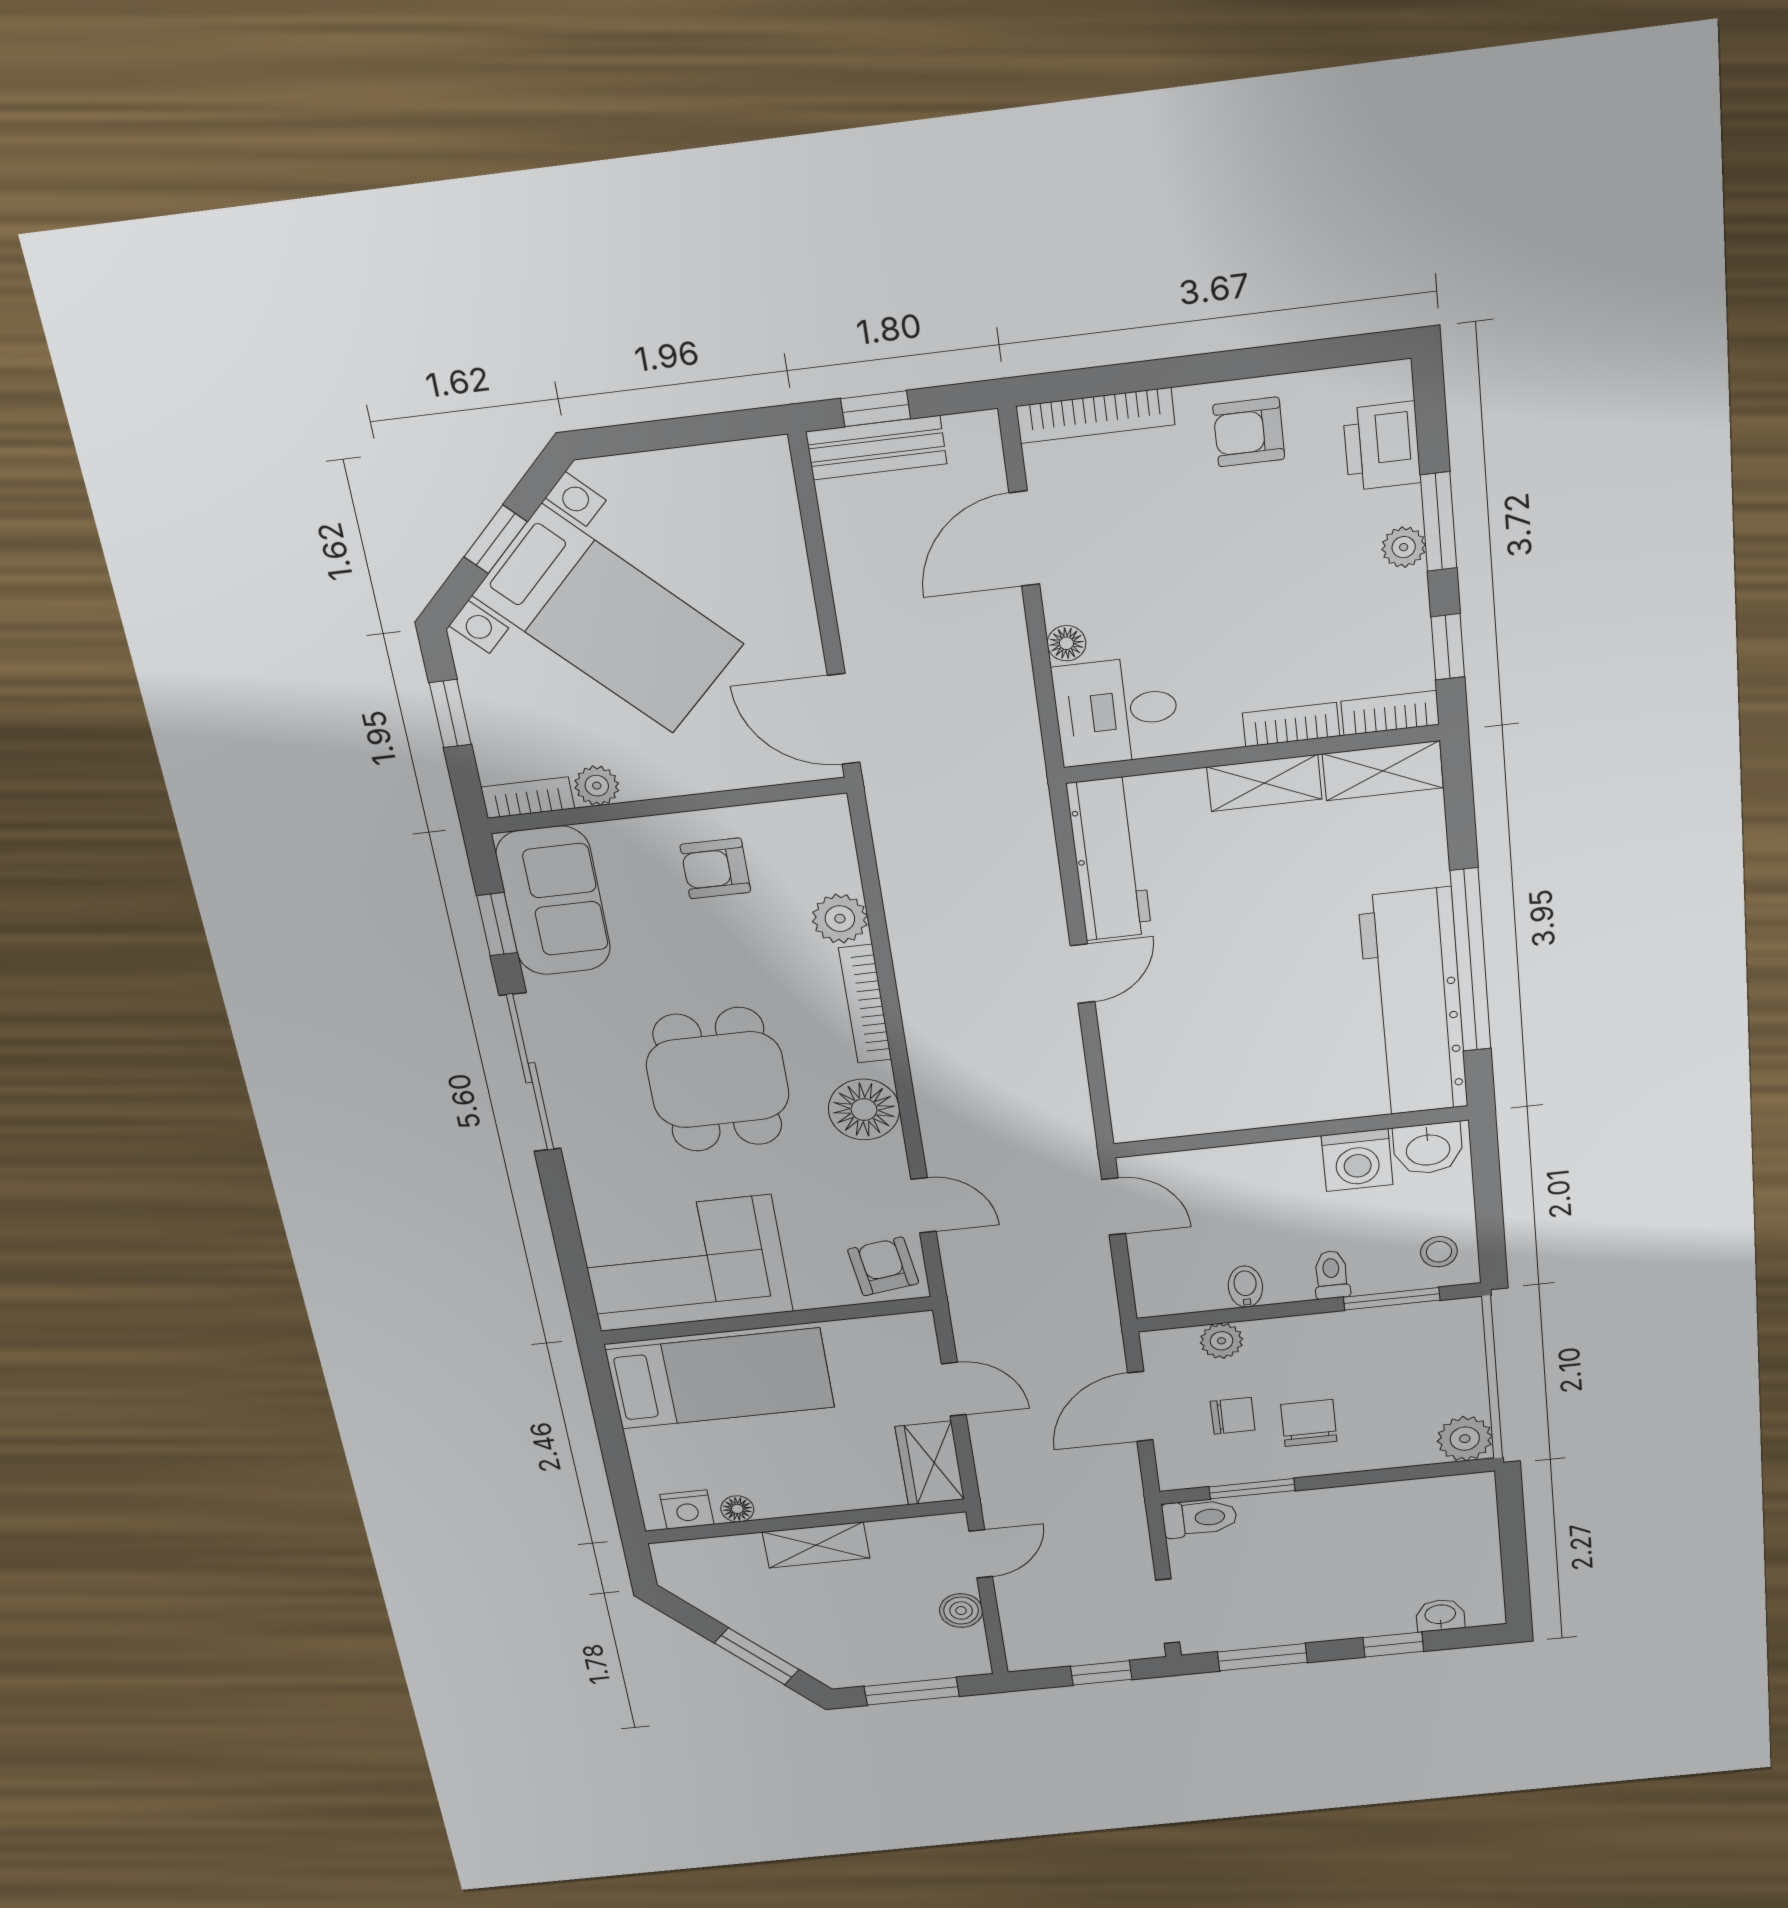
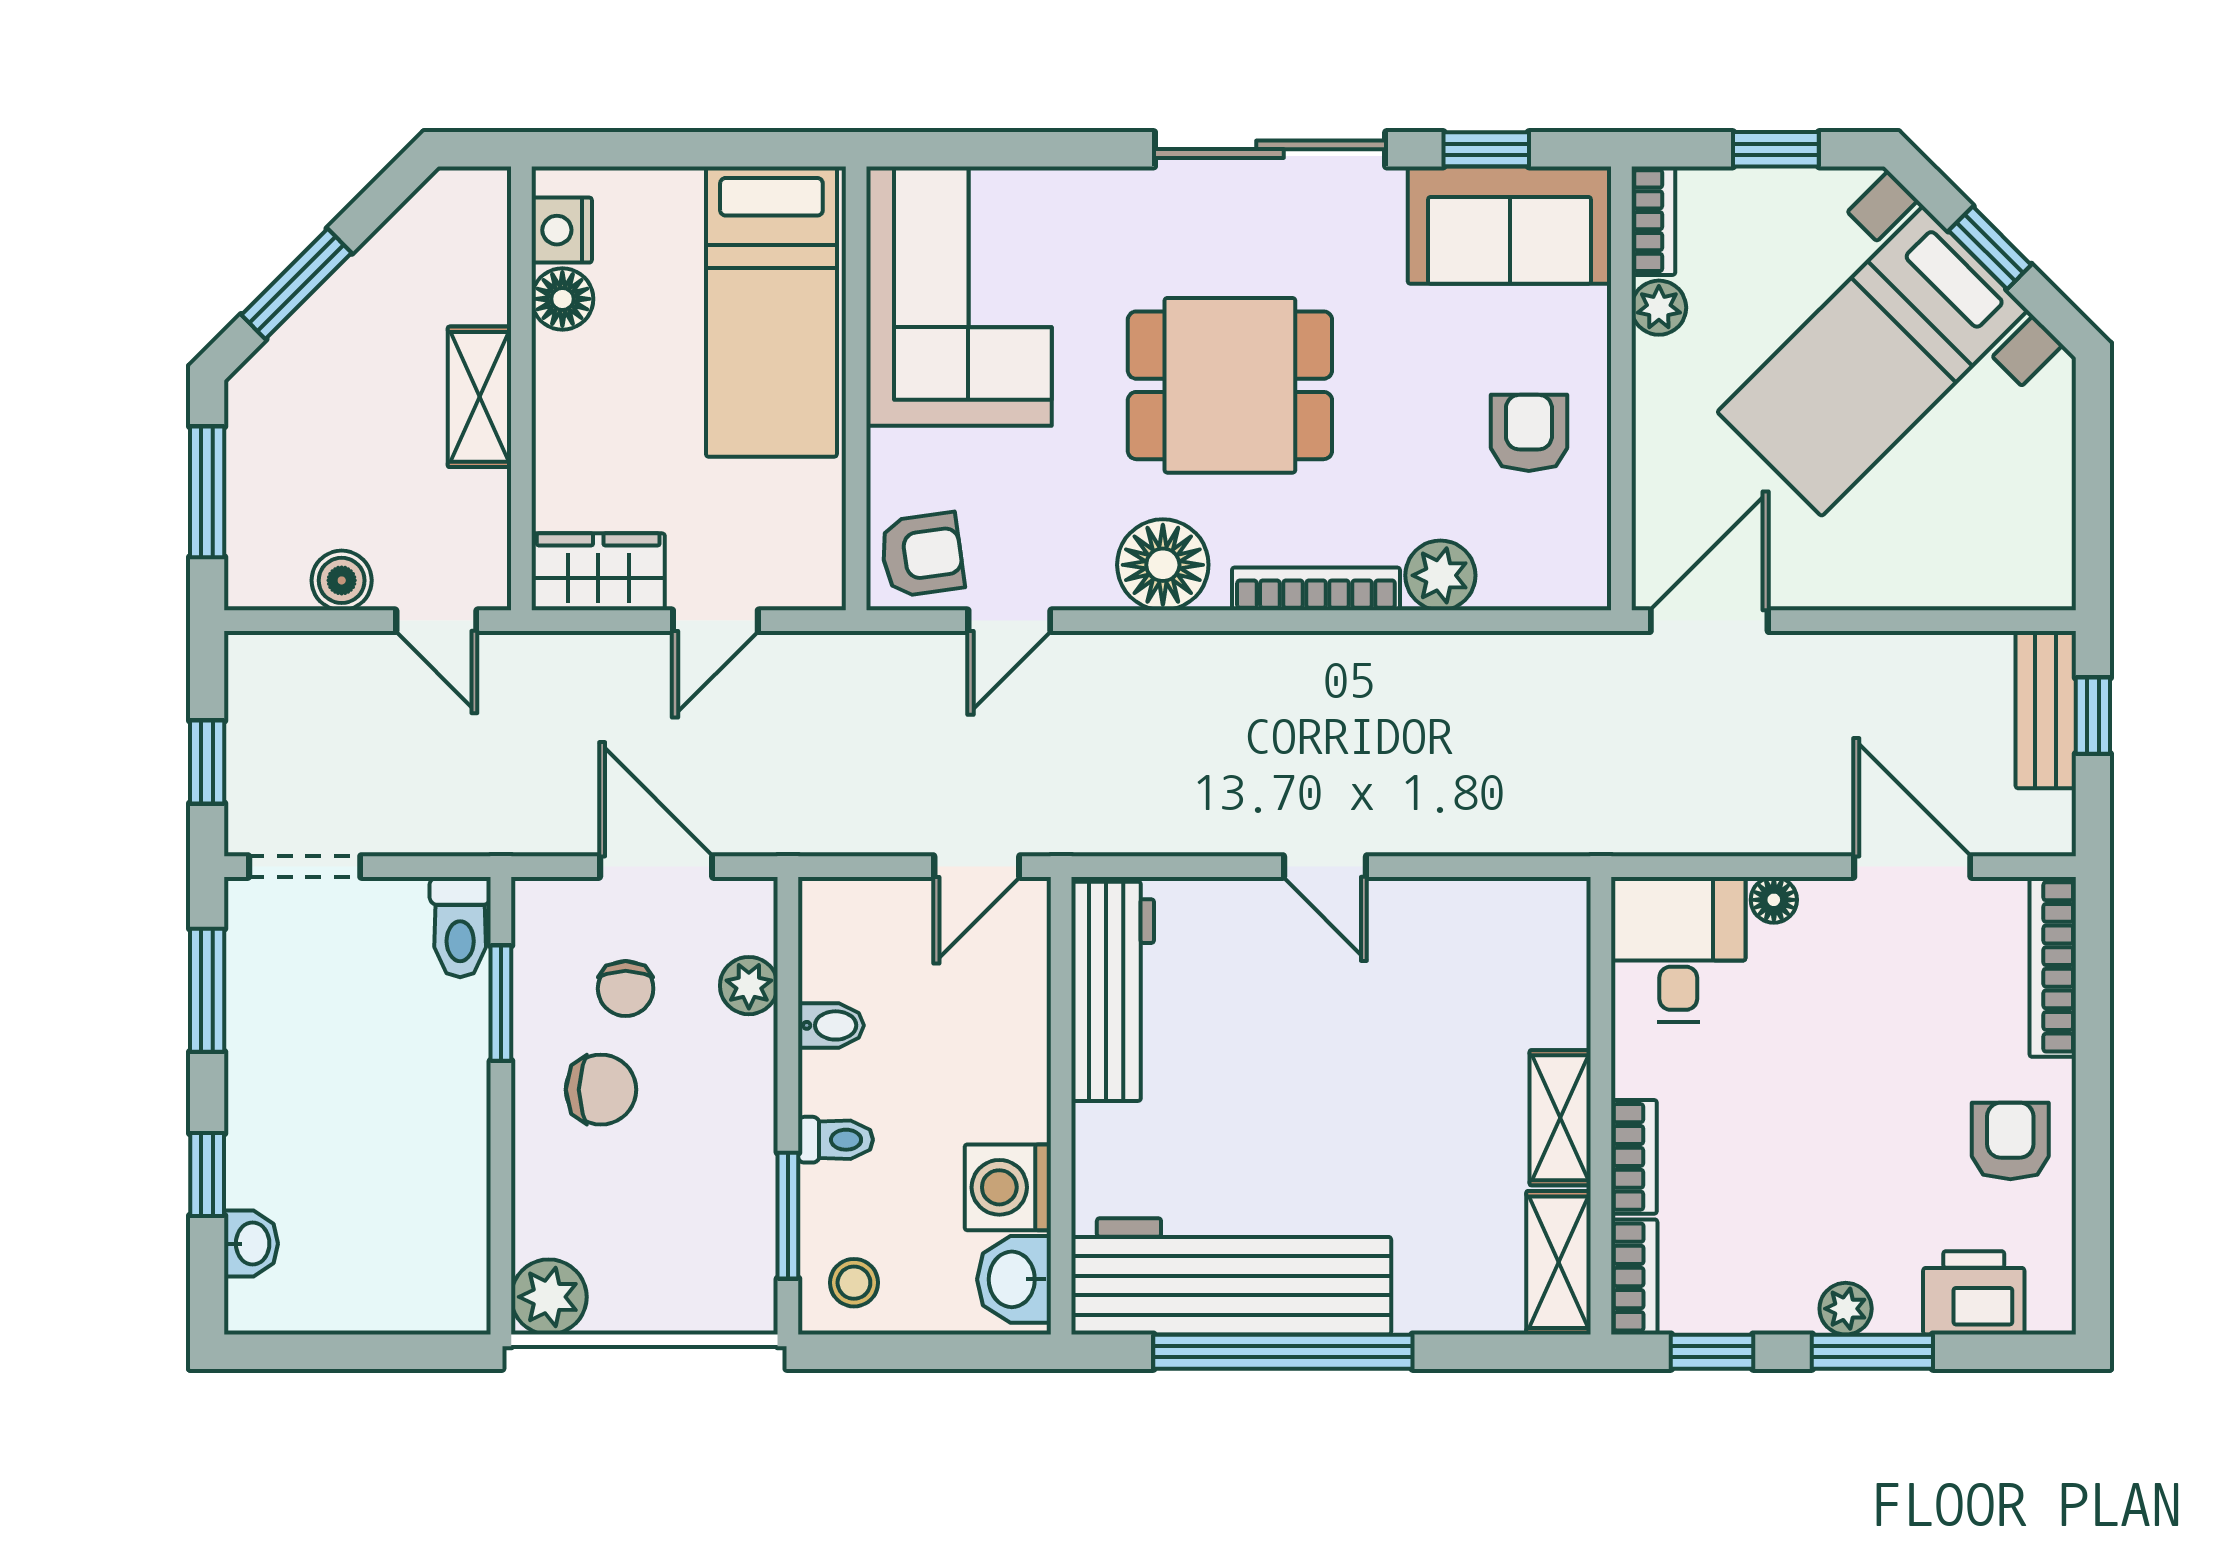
workbench: (1109, 859) -> (1113, 991), moved, turned -90
floor lamp: (737, 1509) -> (562, 299), width x1.37, depth x1.37

